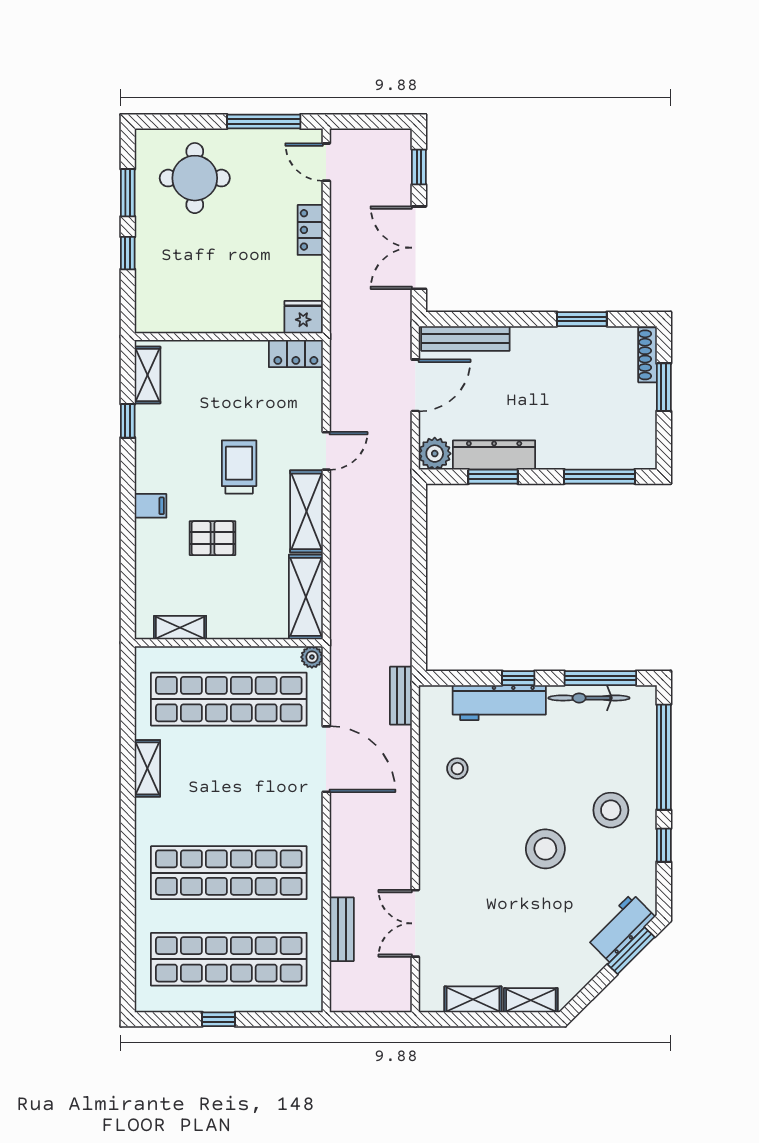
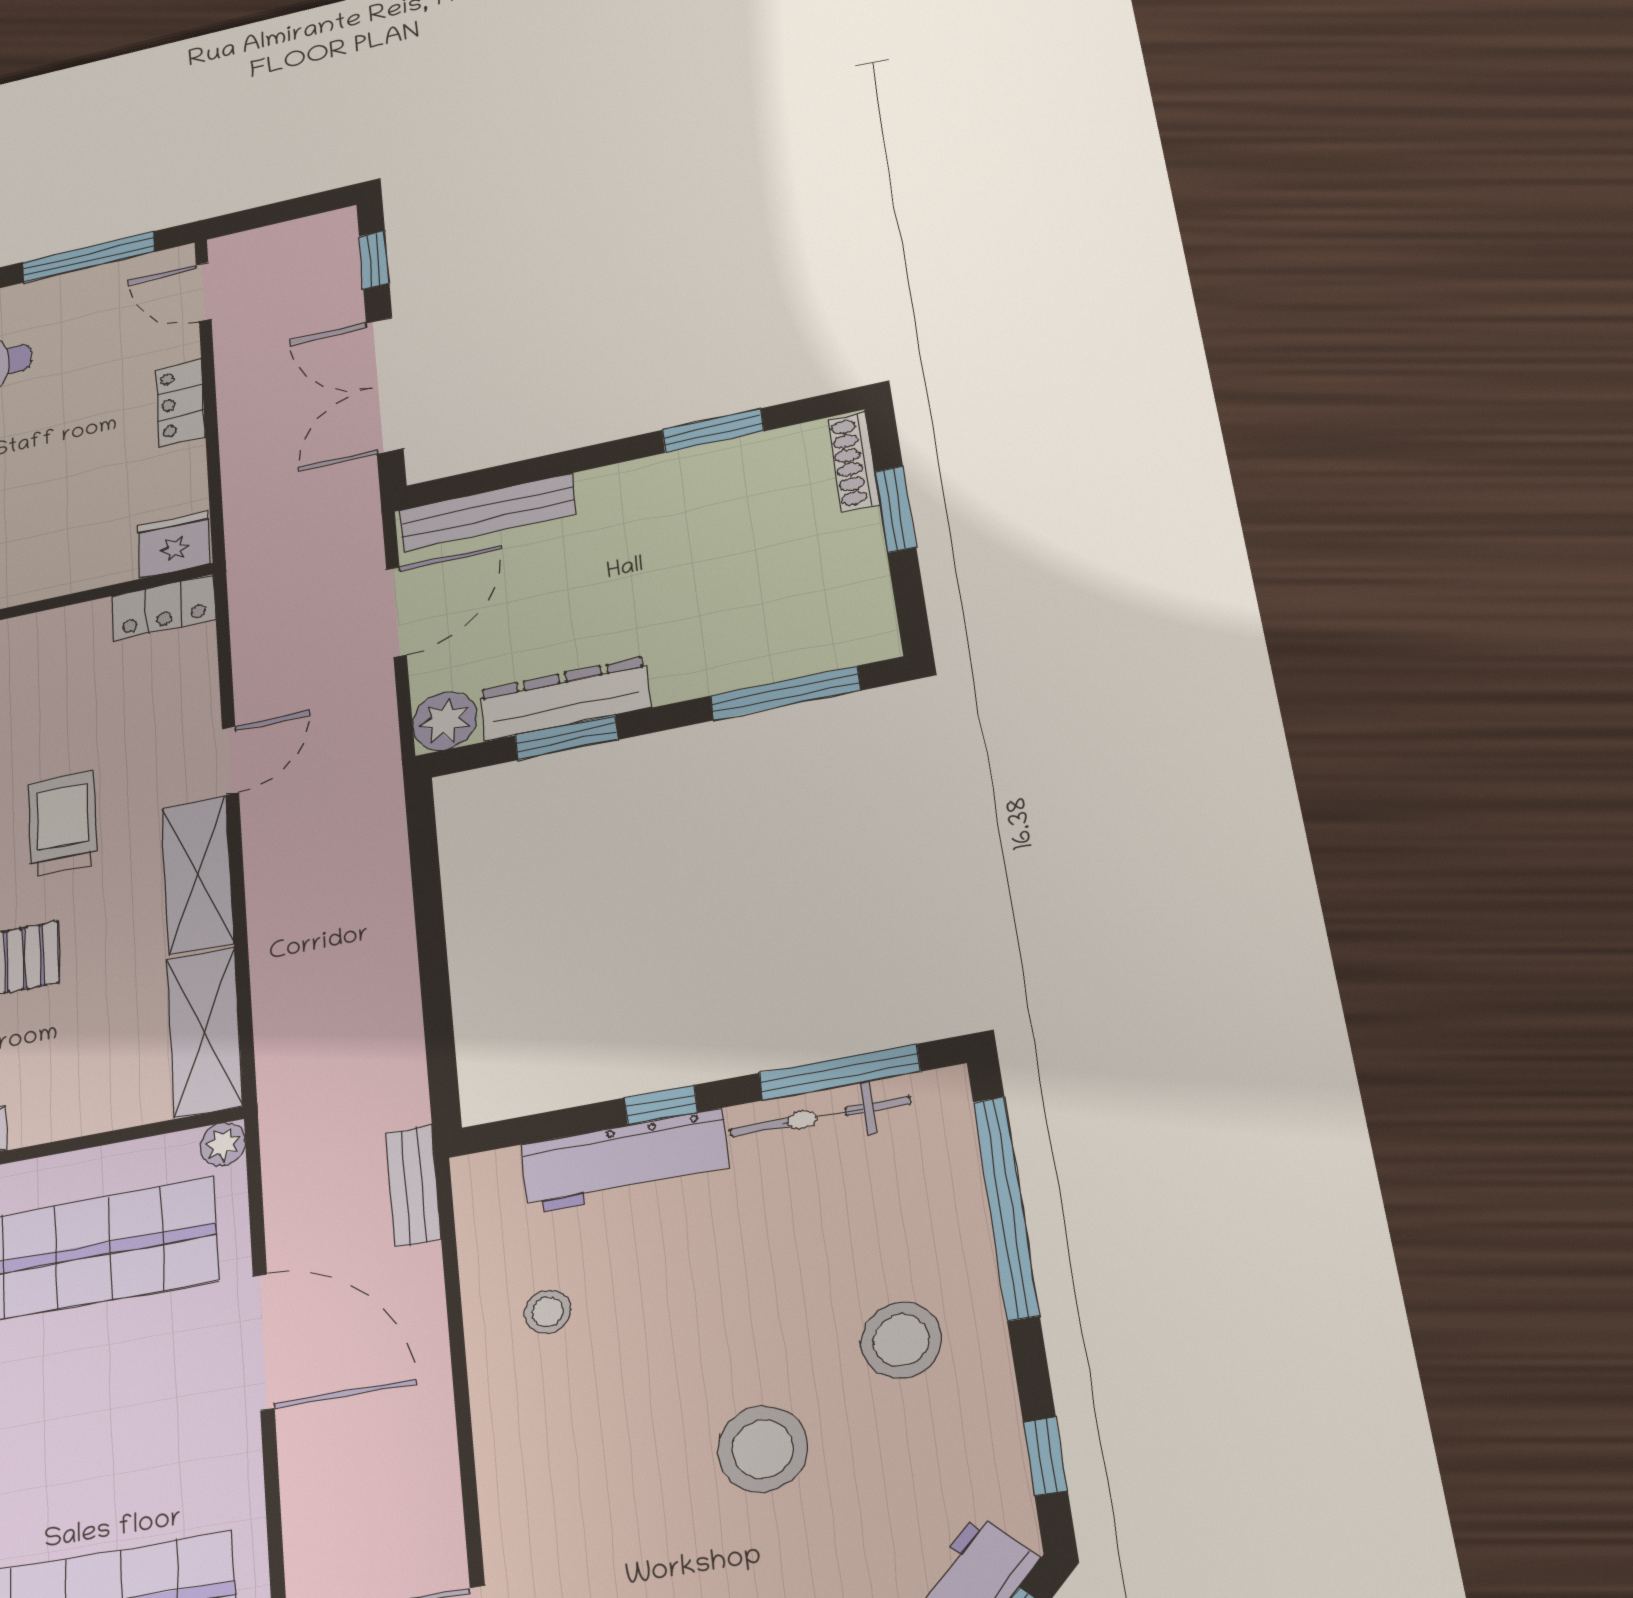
window: (664, 845) -> (1045, 1456), moved

